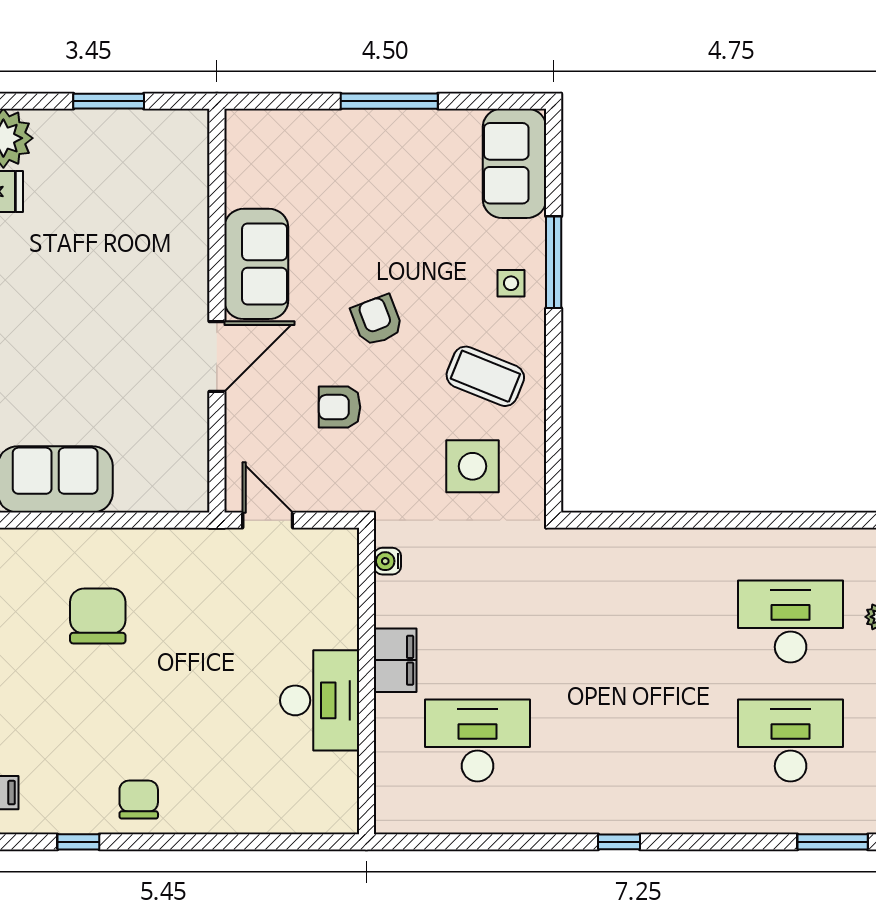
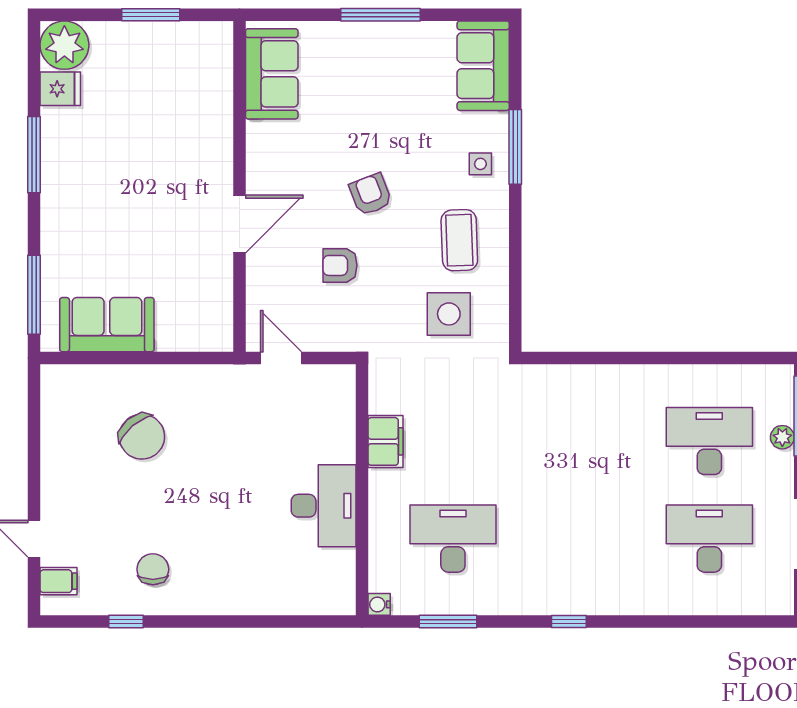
sofa: (256, 264) -> (272, 74), moved
coffee table: (485, 376) -> (459, 240), turned 66
water cooler: (387, 561) -> (379, 604), moved
chair: (98, 616) -> (142, 437), turned 140
filing cabinet: (395, 660) -> (386, 441), moved
chair: (139, 800) -> (153, 569), moved
window: (833, 842) -> (448, 622), moved

